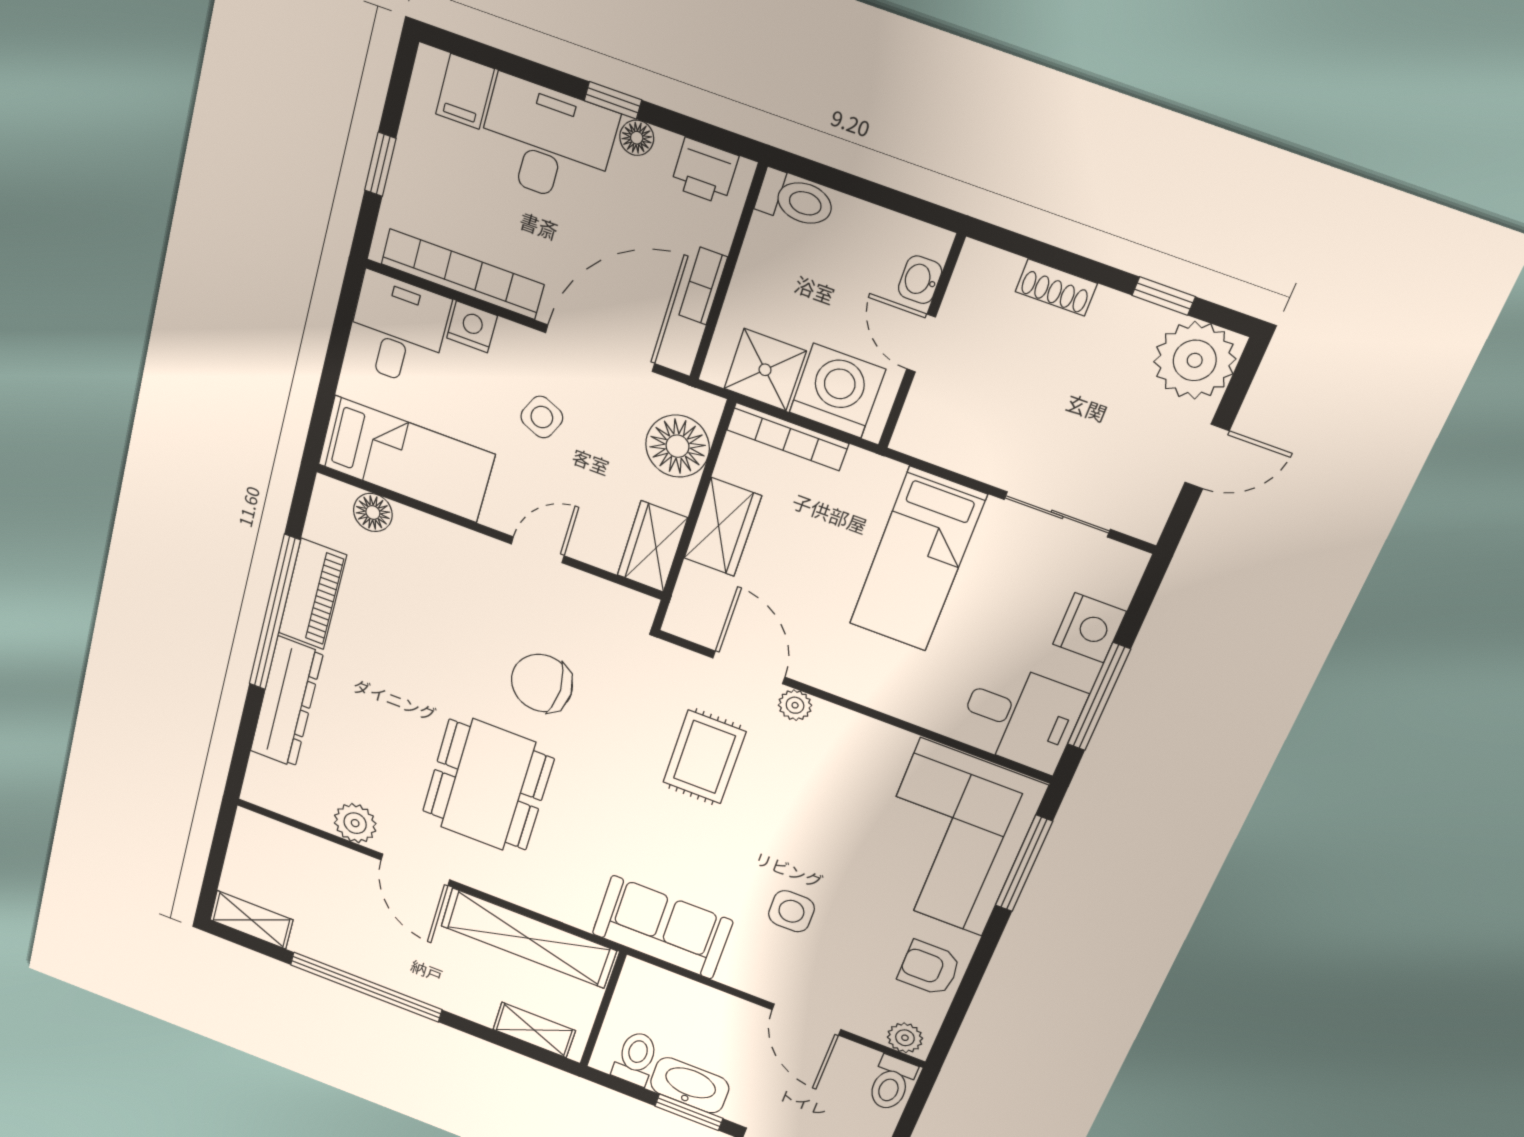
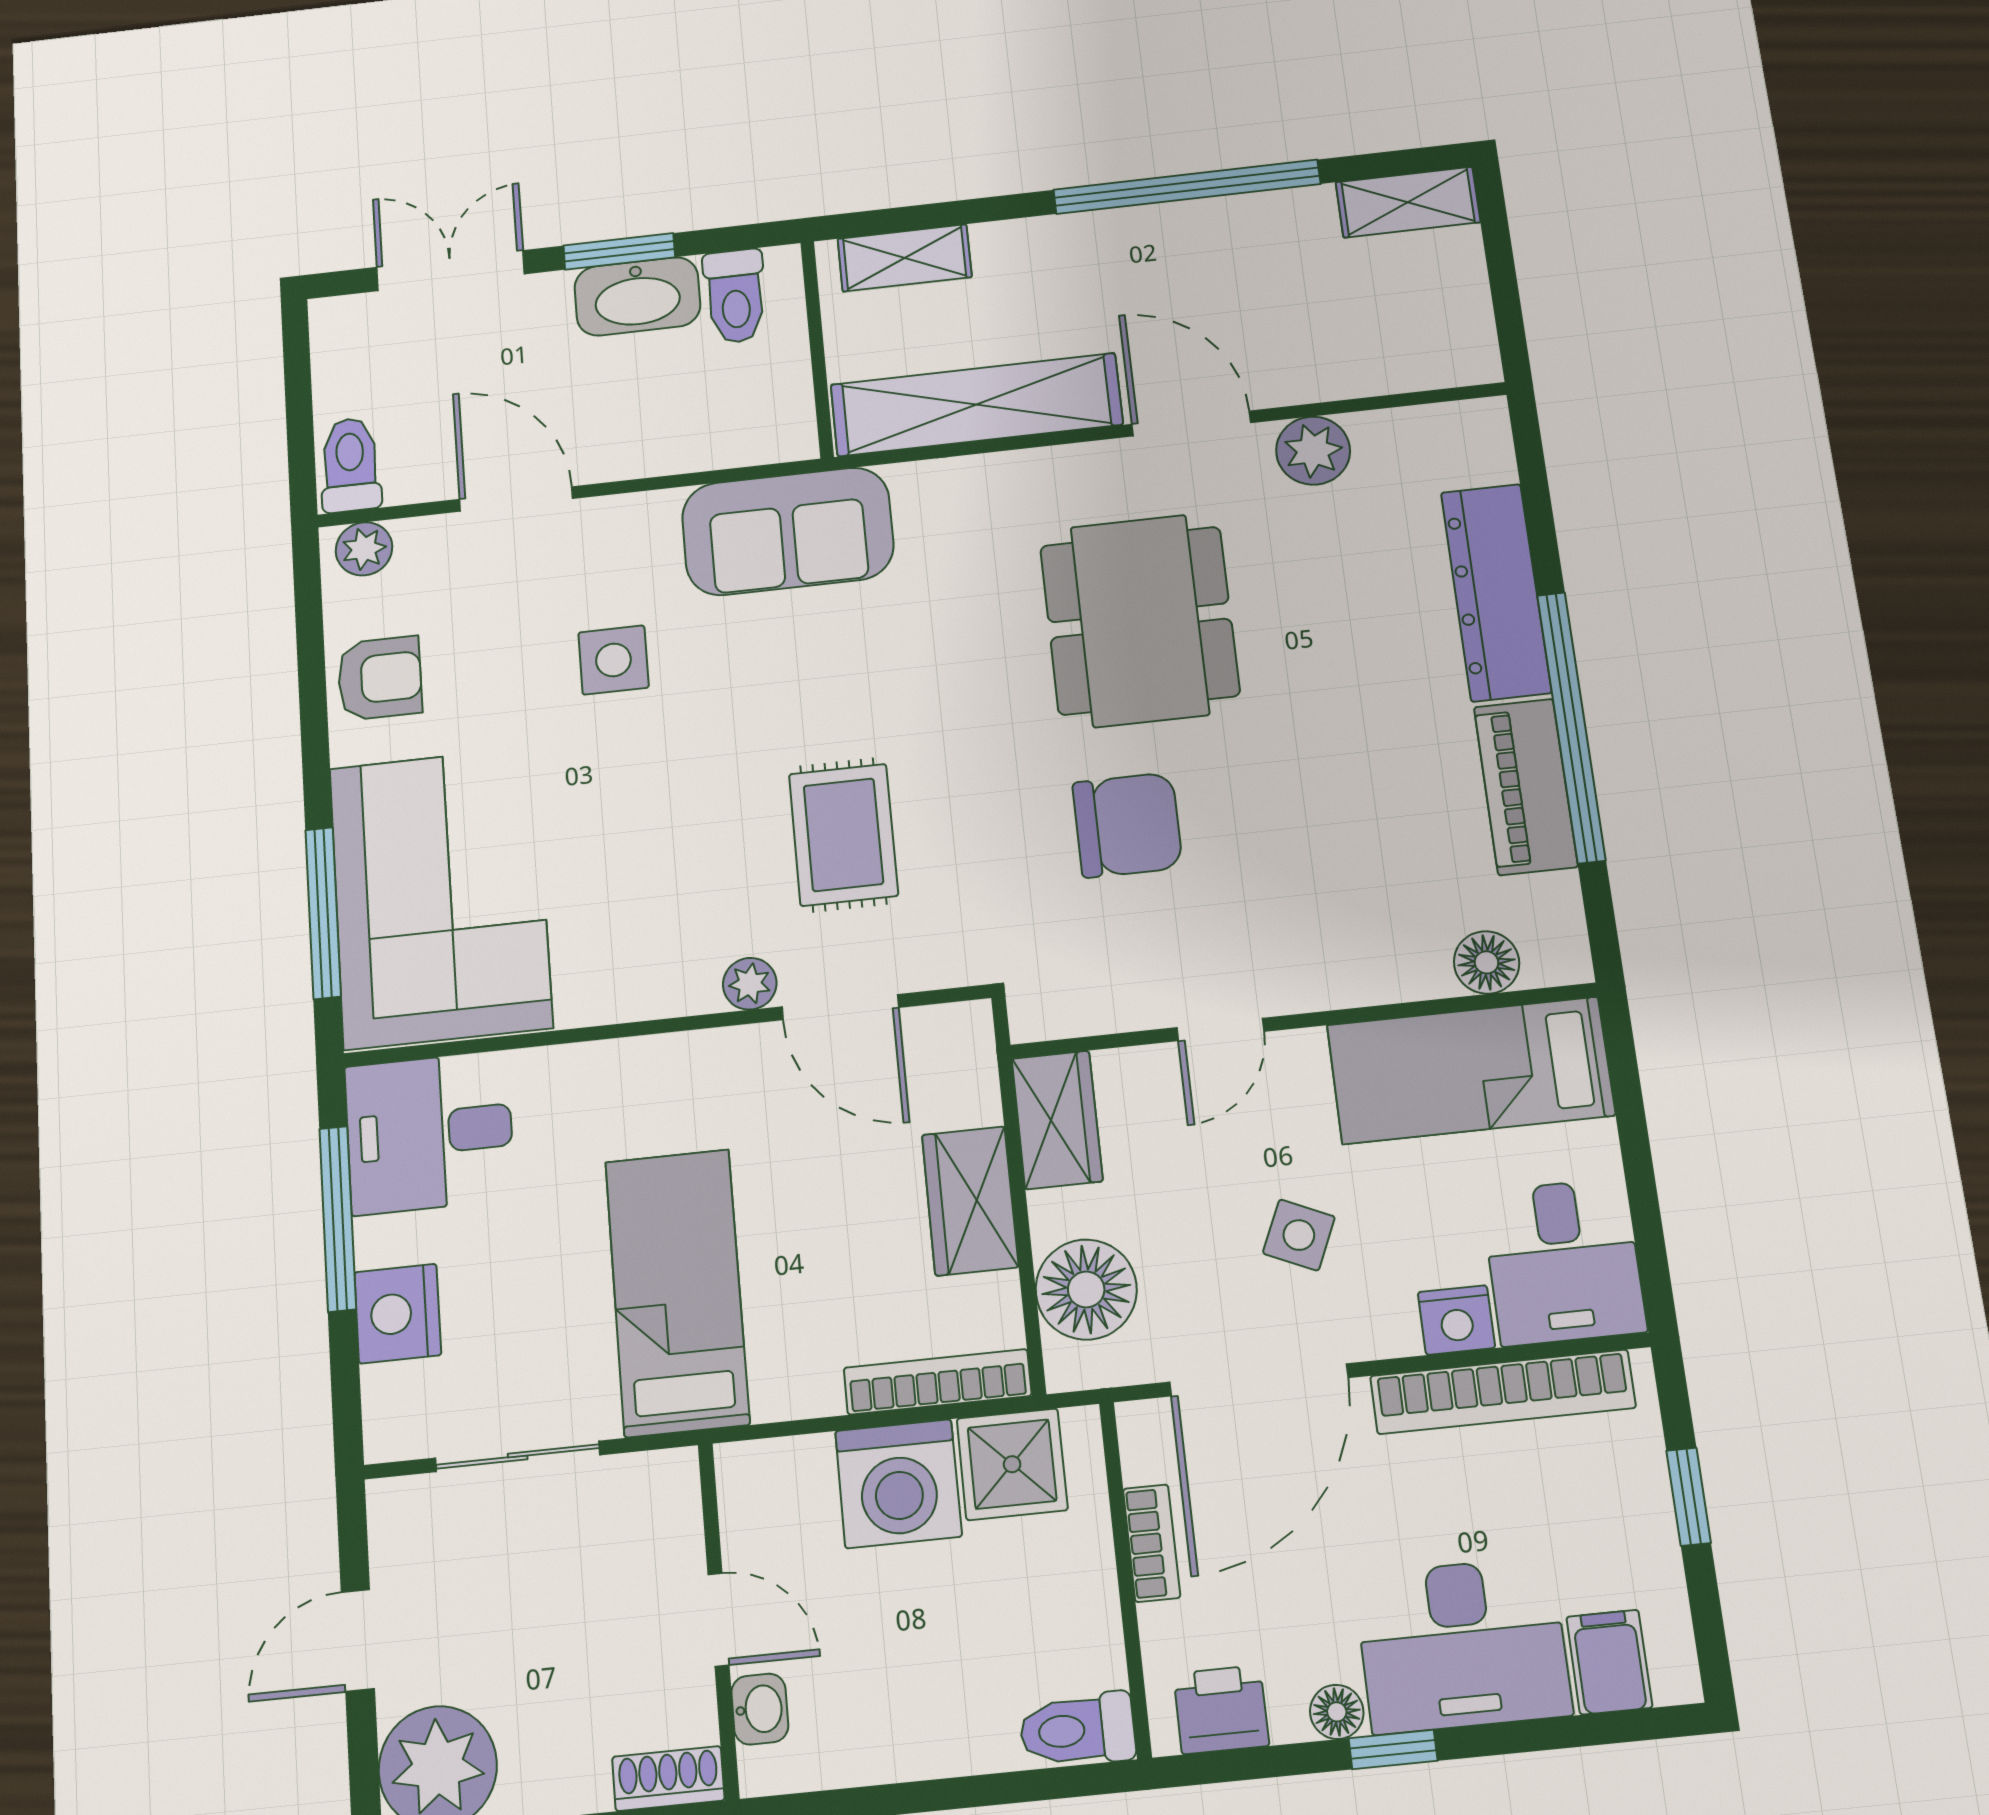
washbasin: (920, 280) -> (760, 1709), moved
door: (921, 343) -> (718, 1620), moved
wall: (921, 343) -> (718, 1620), moved

